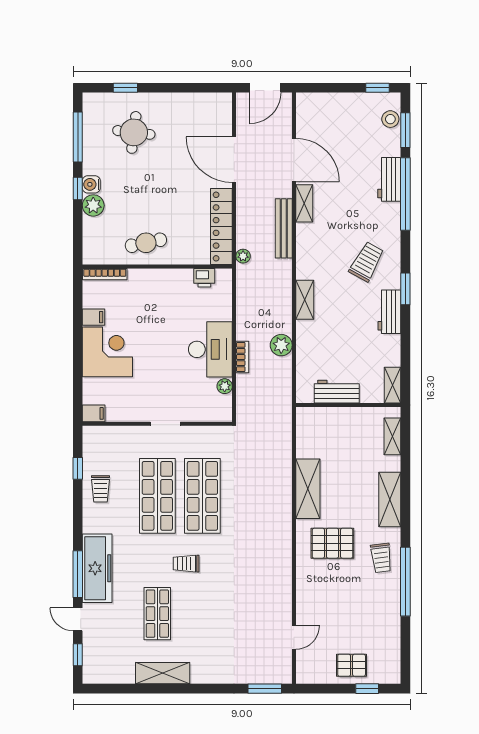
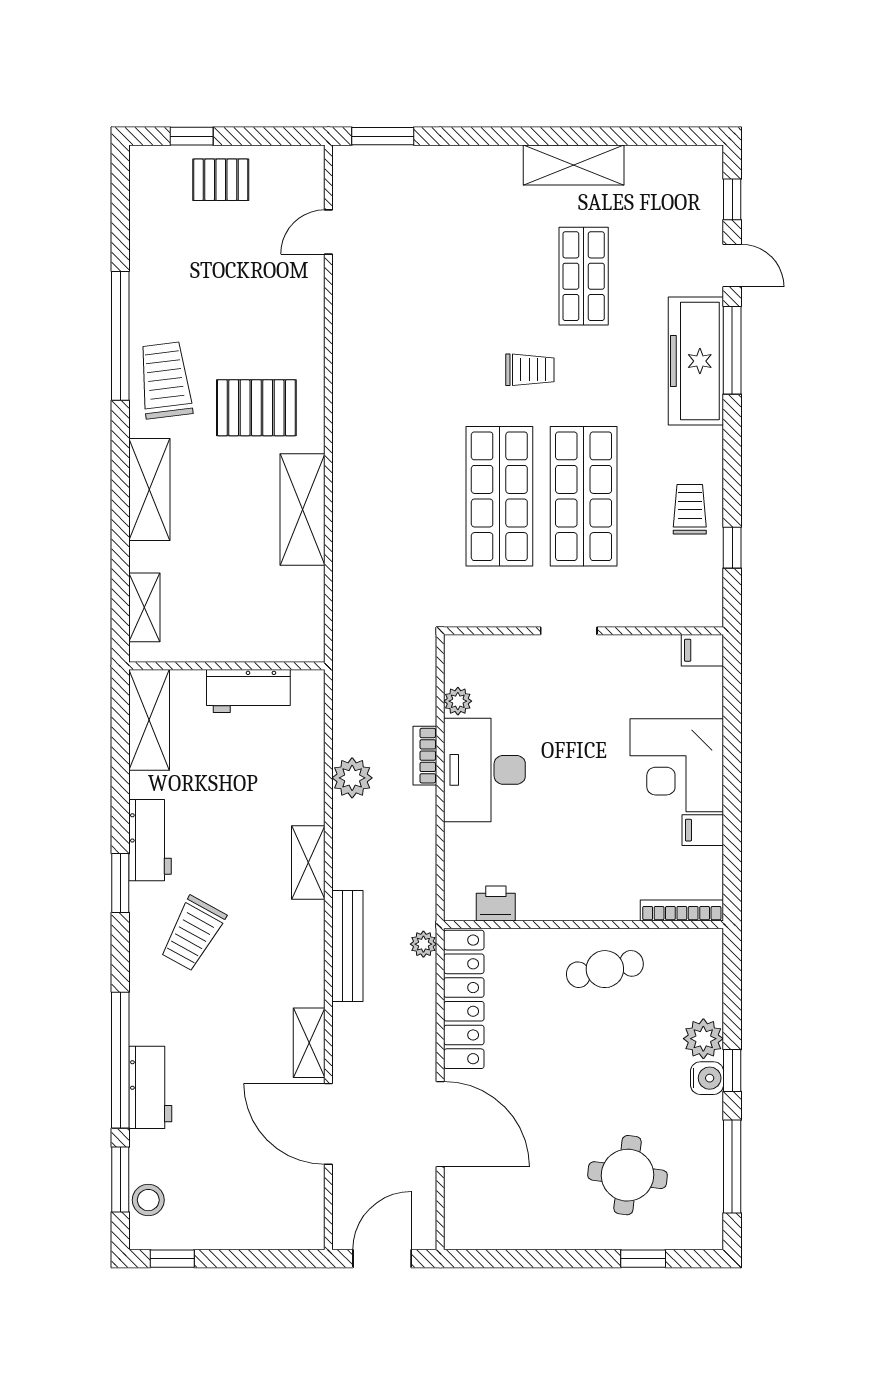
bench: (284, 228) -> (347, 946), moved
shelving: (393, 385) -> (149, 720), width x1.50, depth x1.33
trolley: (381, 558) -> (165, 380), width x1.36, depth x1.39

